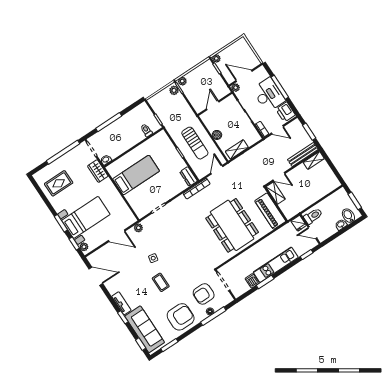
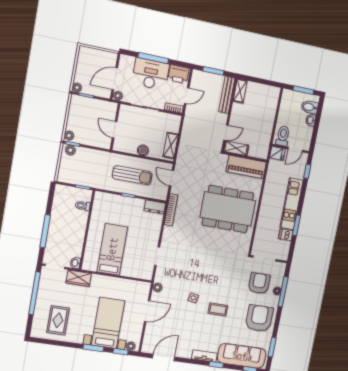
armchair: (204, 294) -> (259, 283), turned 180

